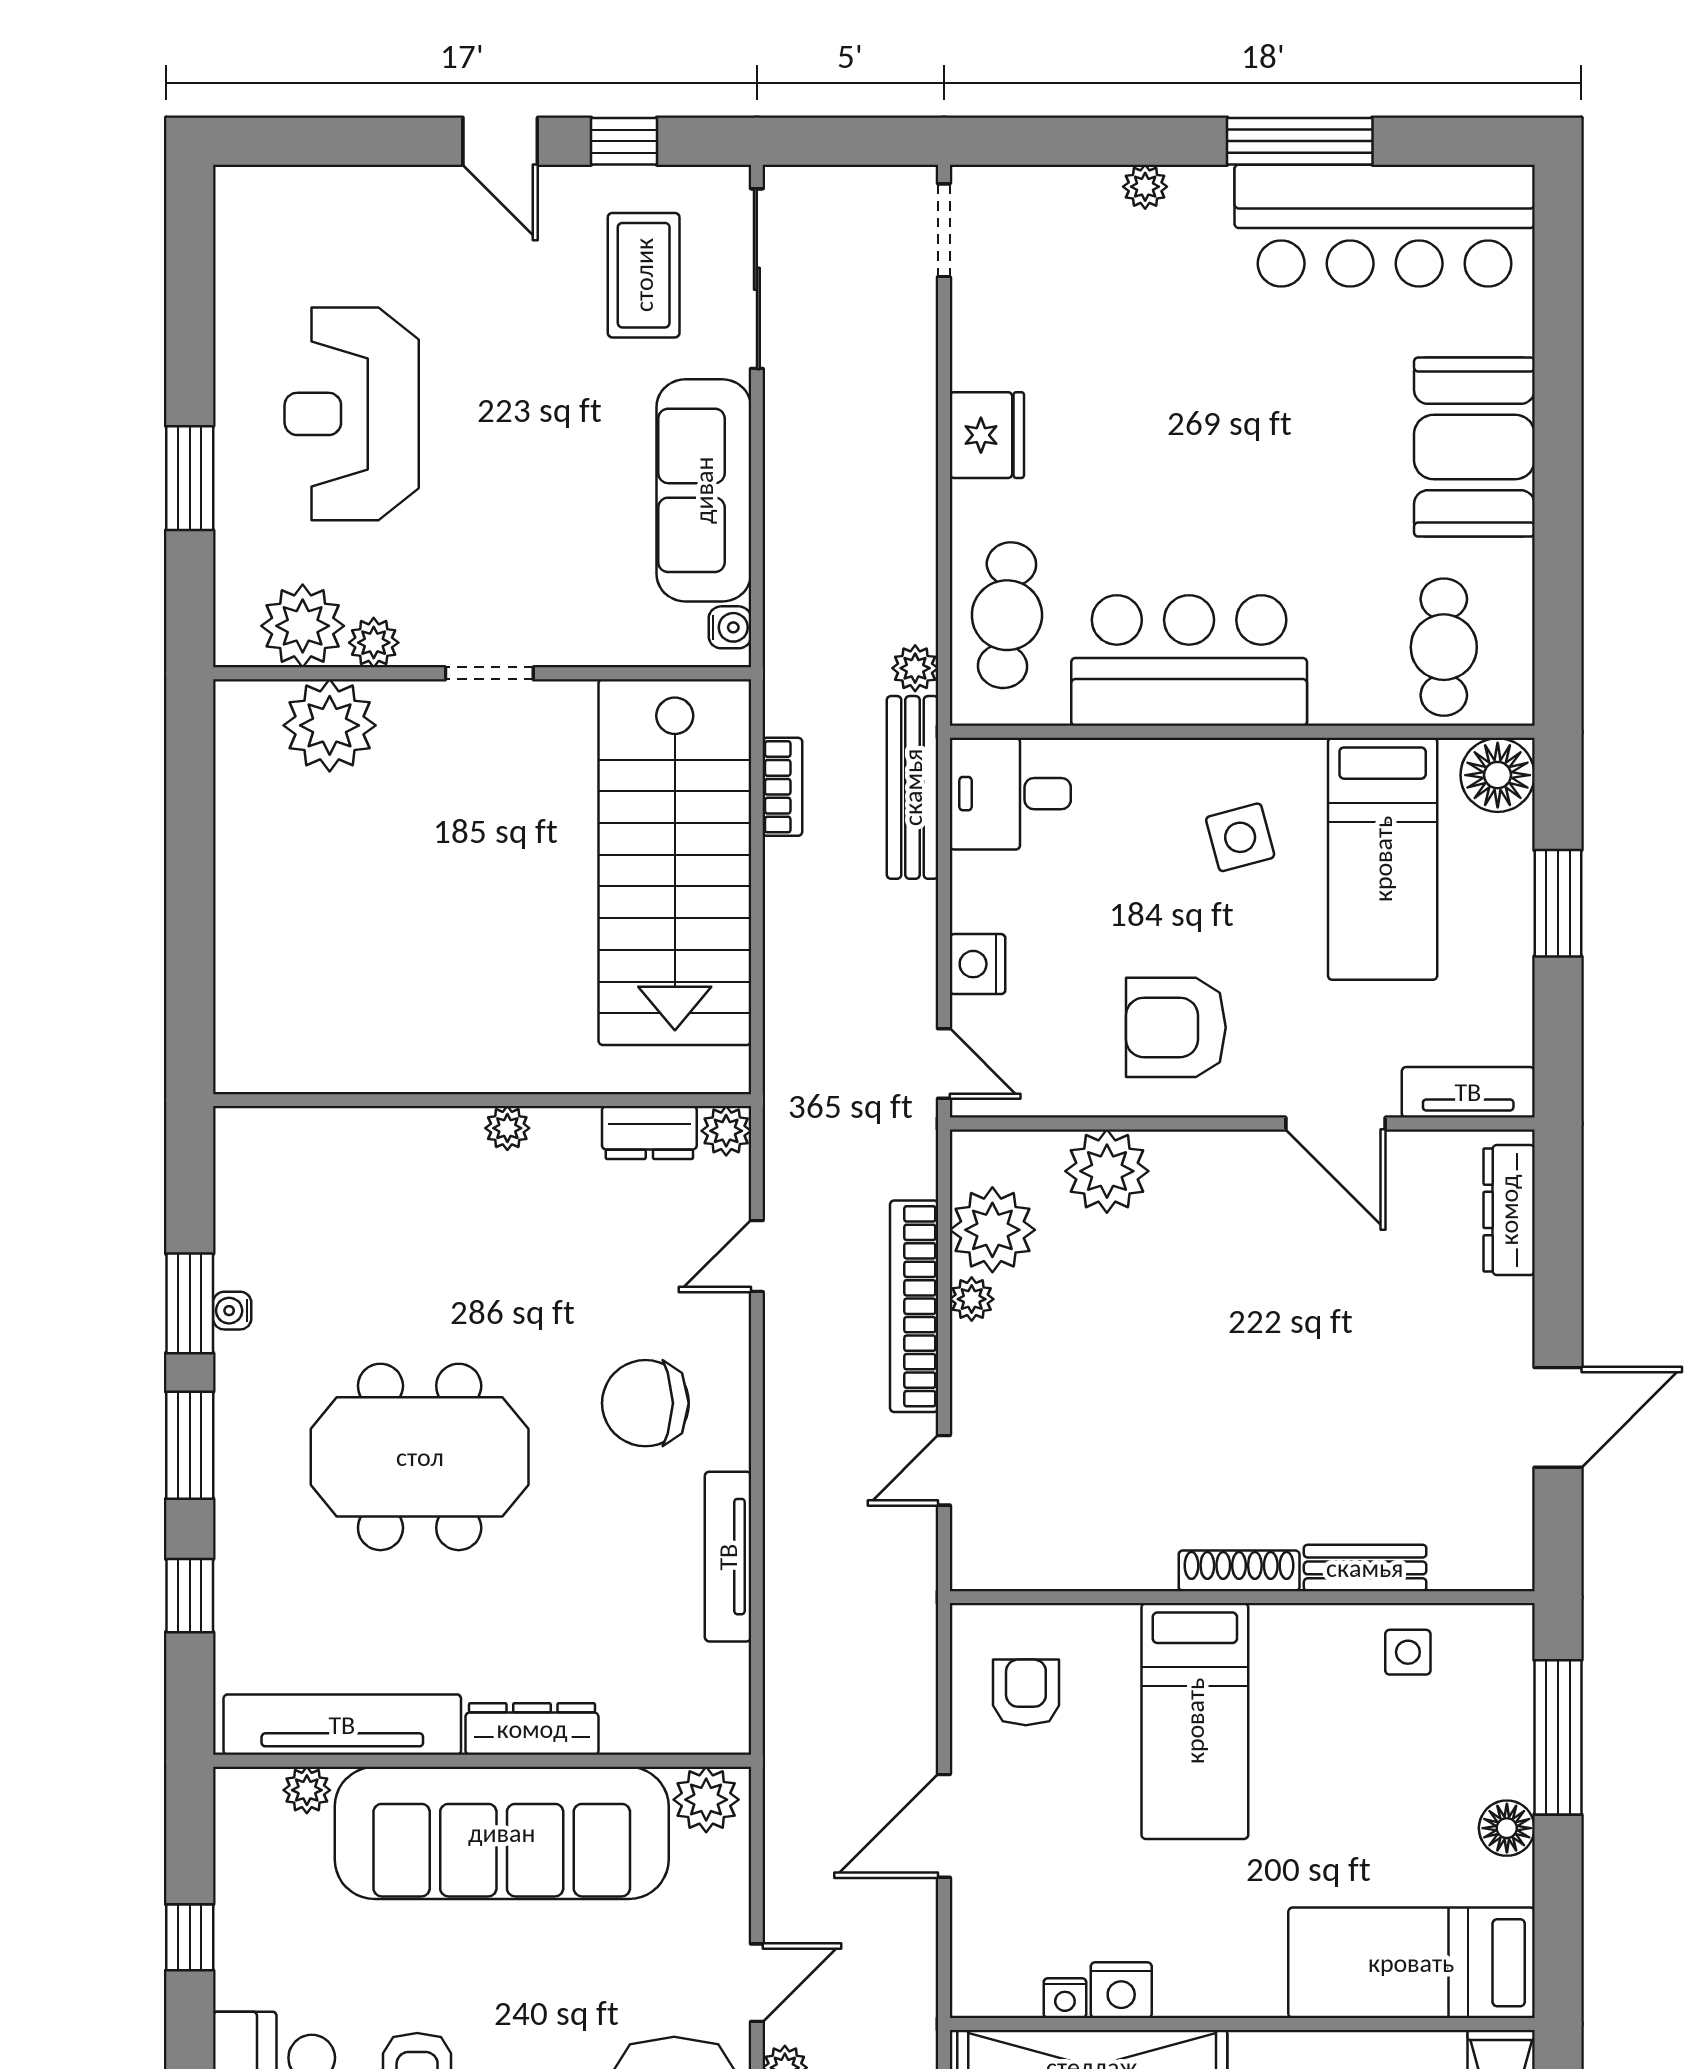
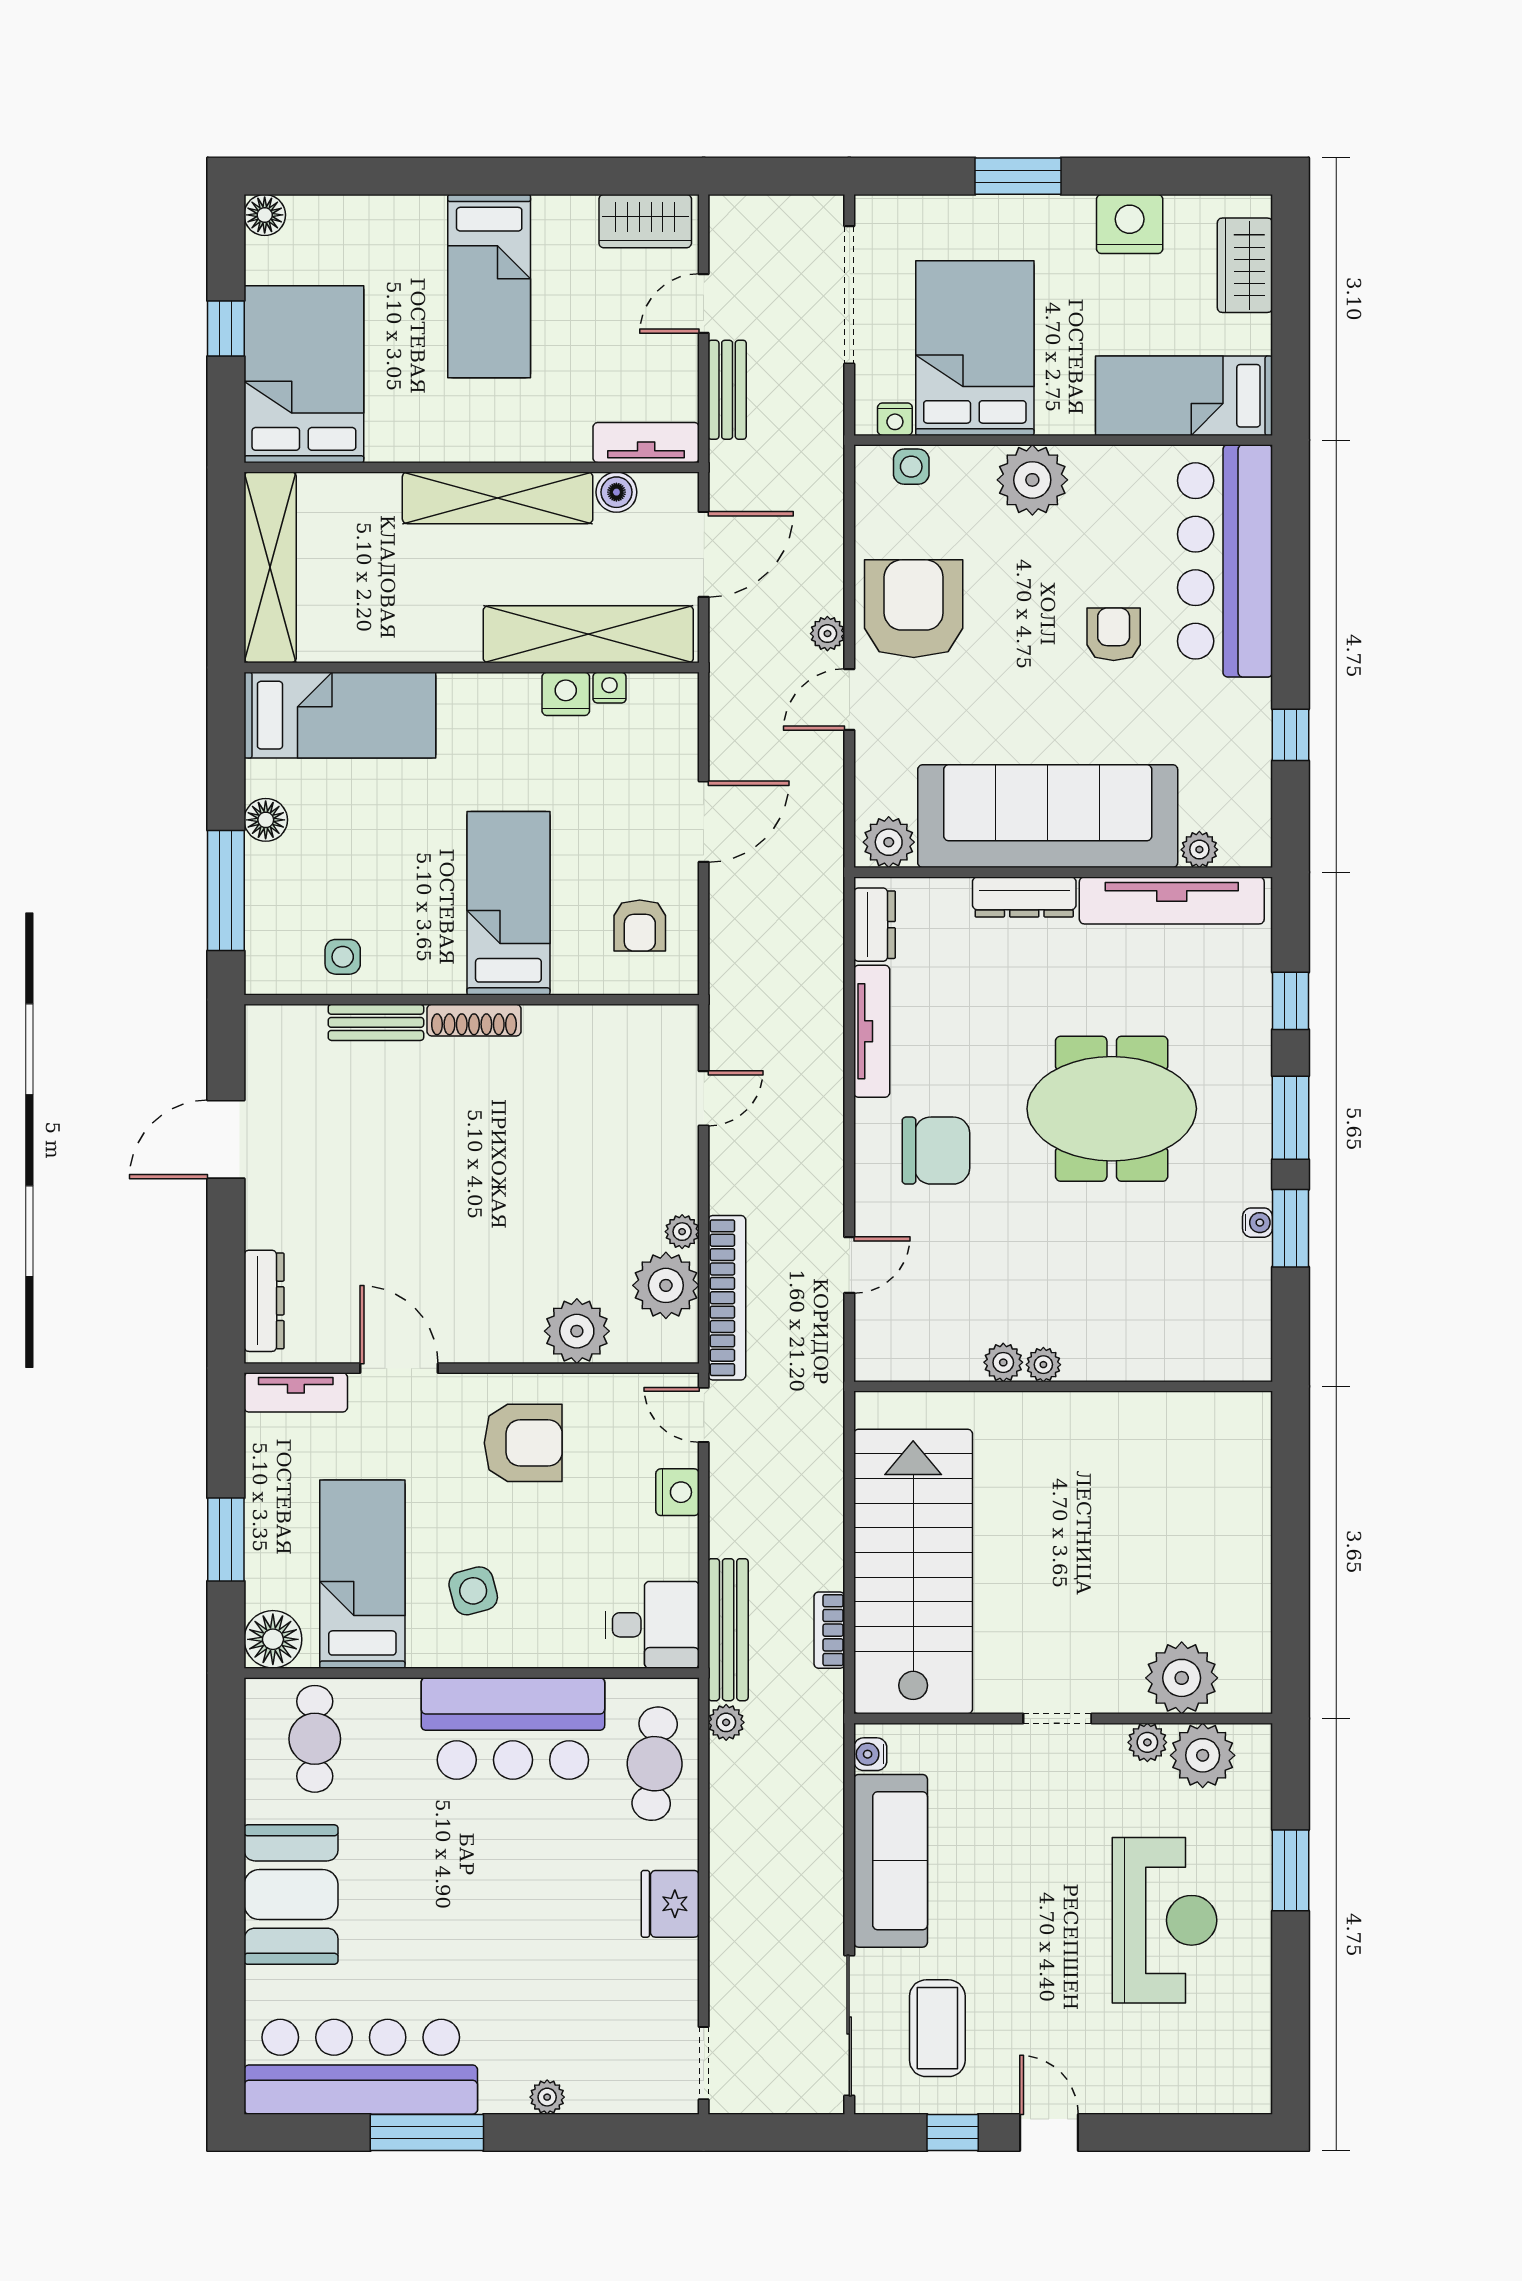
plant: (726, 1131) -> (1003, 1362), moved
dresser: (649, 1133) -> (874, 925), moved, turned 90
bookcase: (914, 1306) -> (727, 1298), moved

